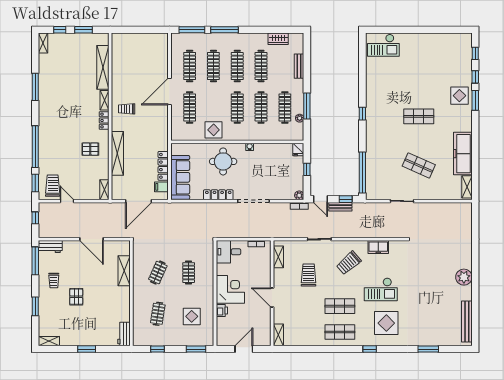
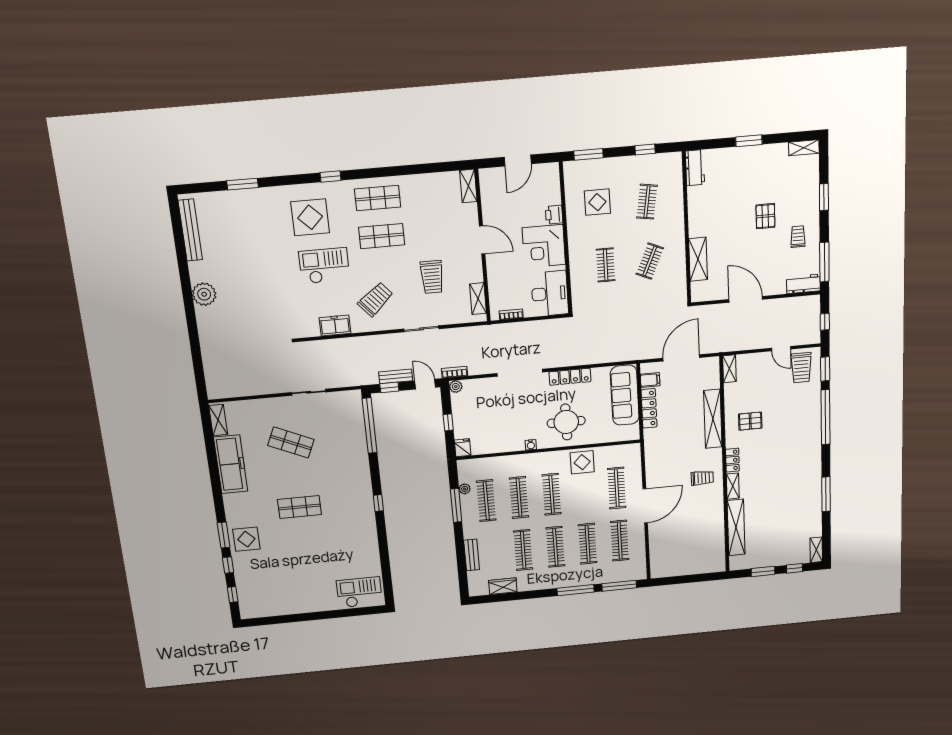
desk: (228, 252) -> (550, 294), width x1.37

